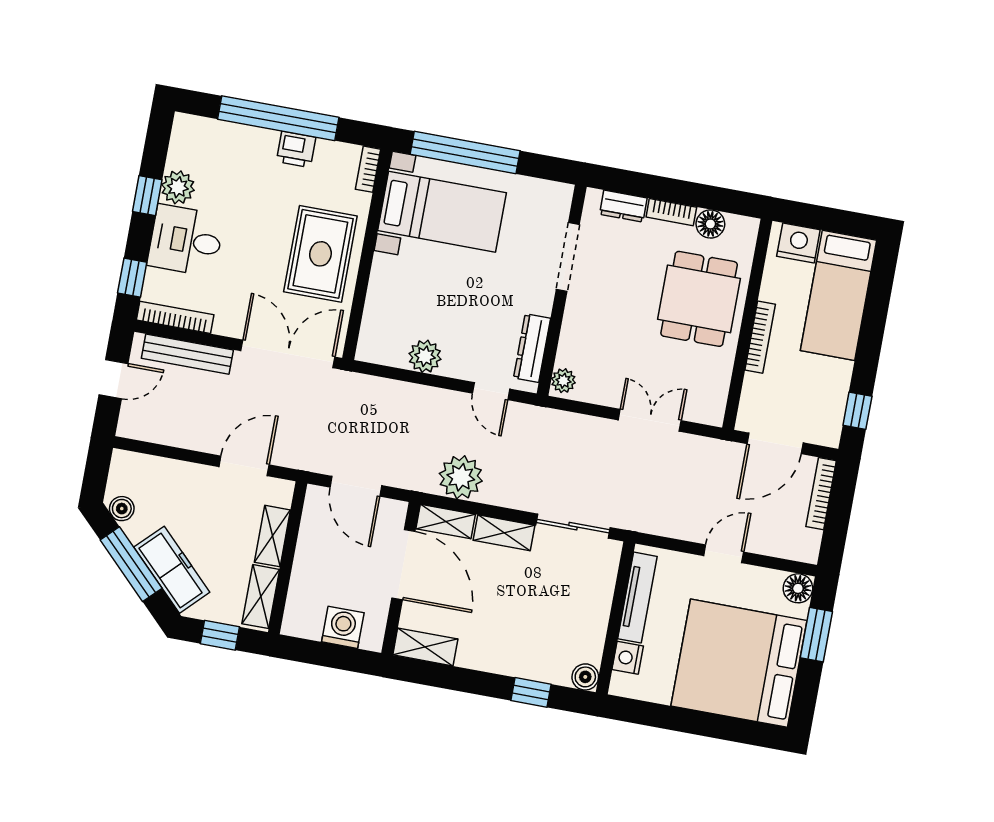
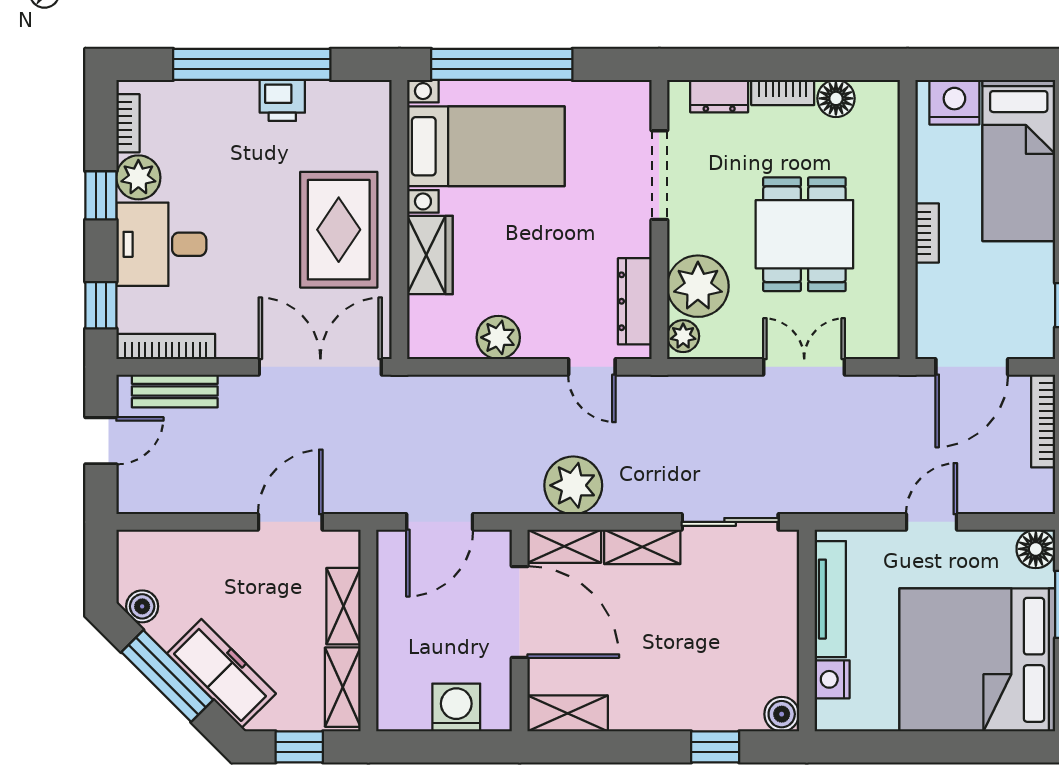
bookcase: (368, 169) -> (128, 123), moved, turned 180
wardrobe: (385, 285) -> (430, 255), added
dining table: (699, 299) -> (804, 234), moved
bookcase: (760, 337) -> (927, 233), width x0.64
plant: (581, 345) -> (698, 286), added
bench: (187, 354) -> (175, 391), width x0.73
door: (356, 486) -> (440, 522), hinge flipped

